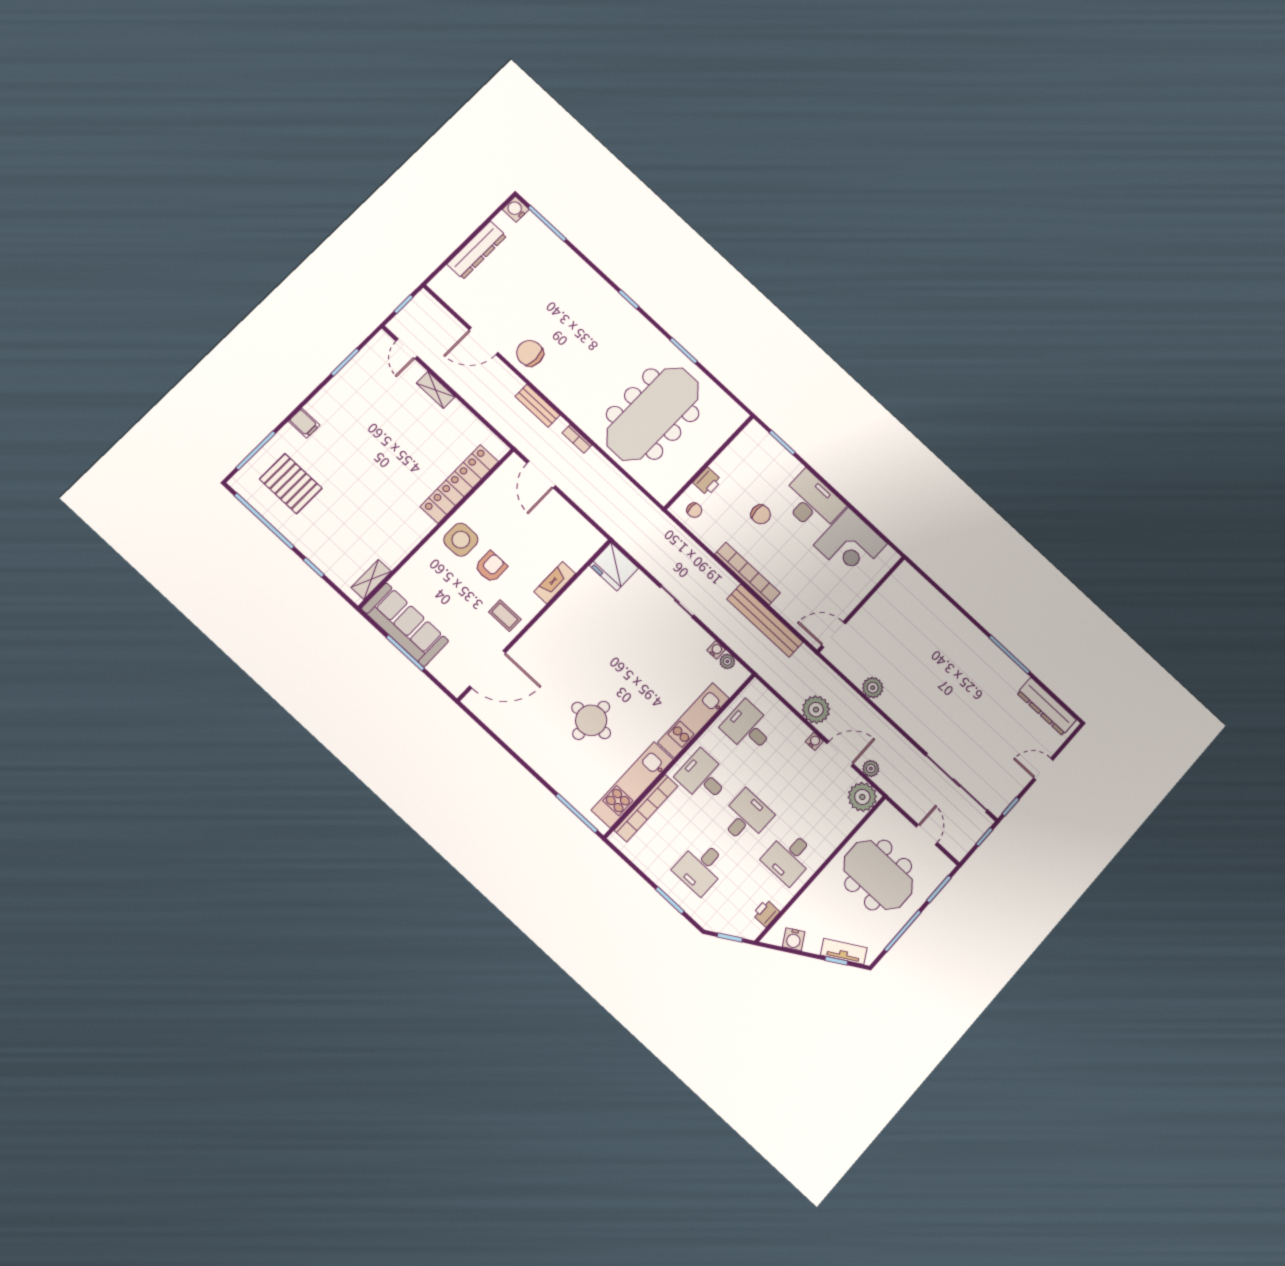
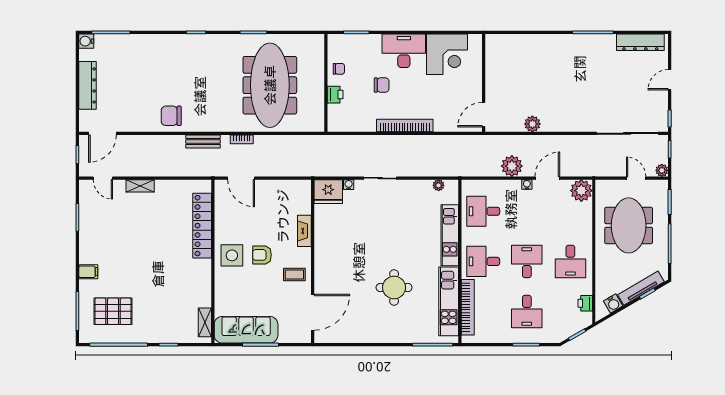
door: (484, 341) -> (102, 133), moved
chair: (694, 510) -> (339, 69), moved
armchair: (491, 567) -> (262, 255), turned -90
bench: (765, 621) -> (438, 143), removed
water cooler: (716, 650) -> (349, 185), moved
plant: (871, 769) -> (662, 170), moved
meeting table: (878, 875) -> (629, 225), turned 90
tv unit: (844, 951) -> (641, 288), width x1.41

